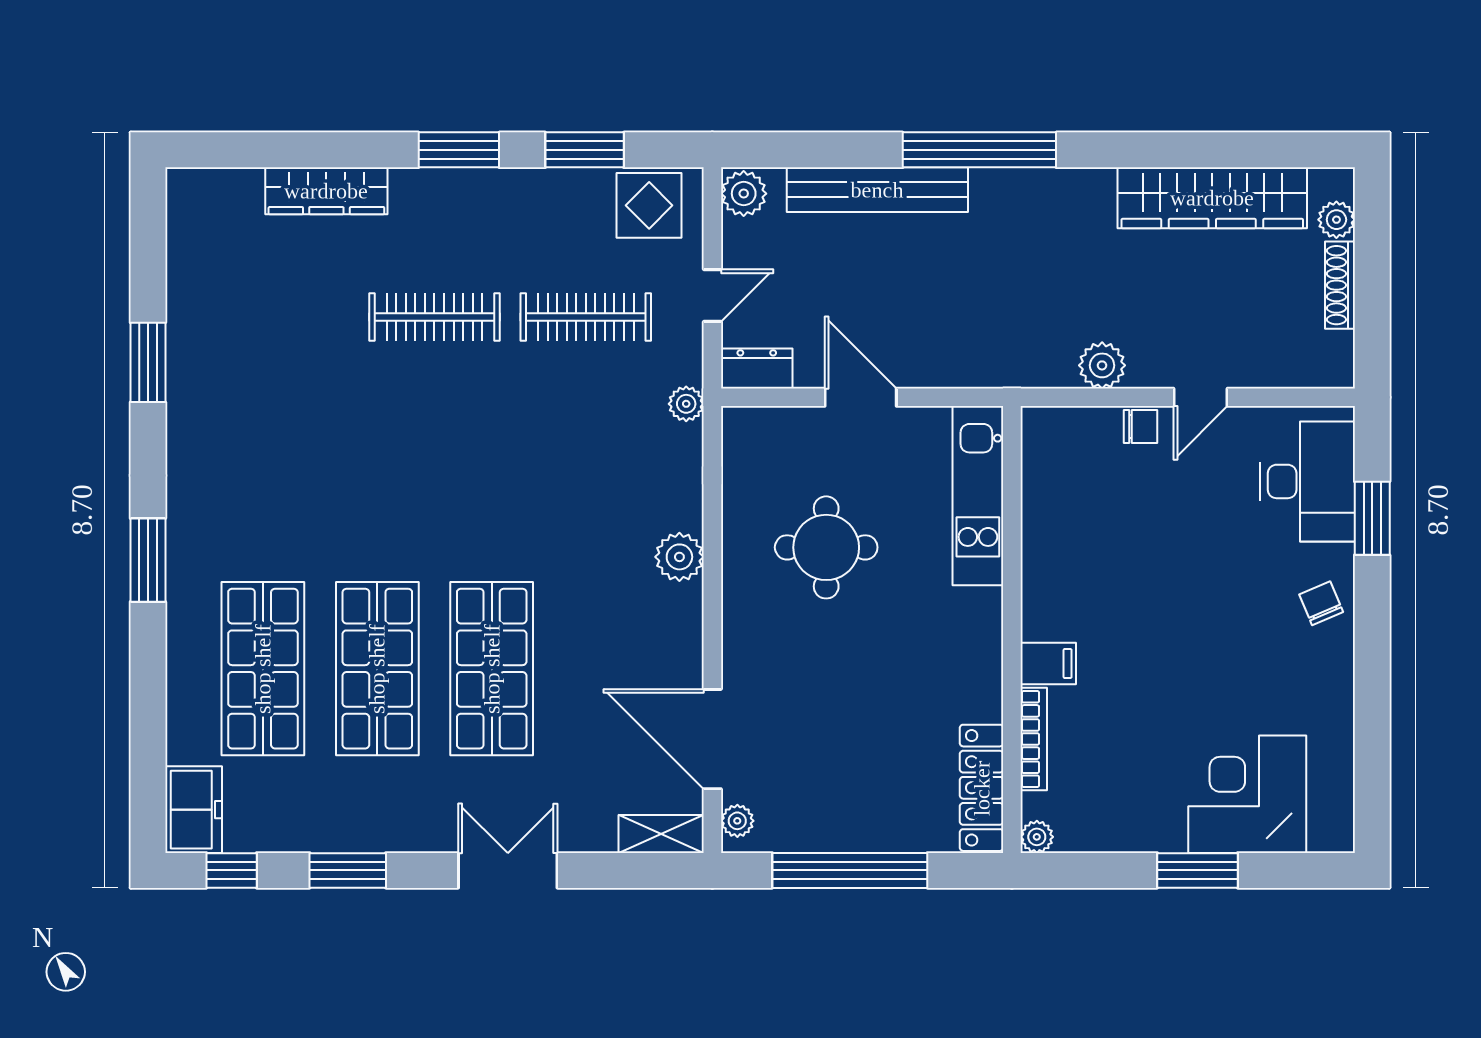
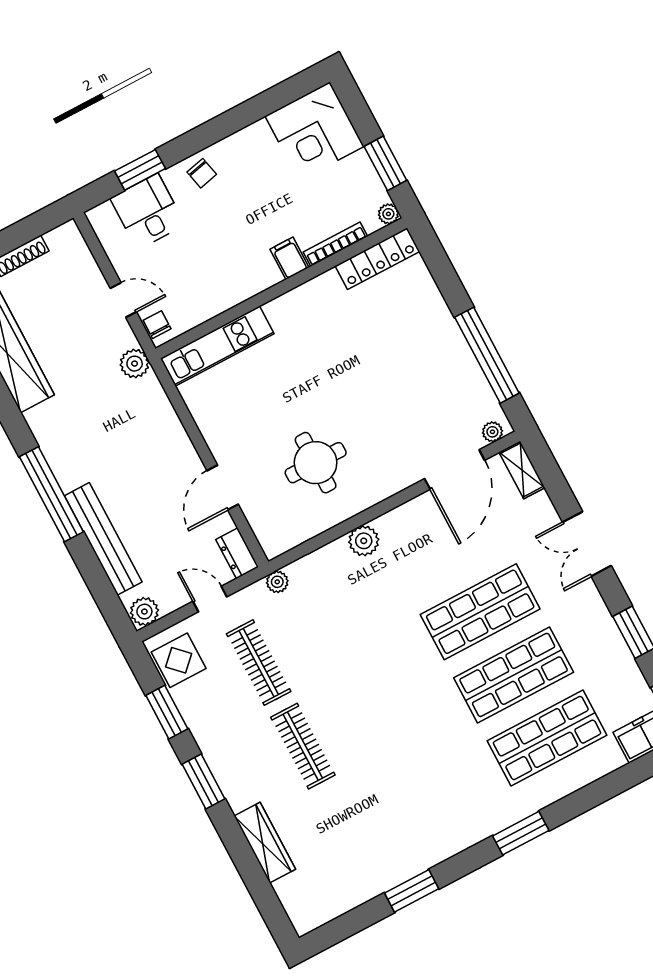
desk: (1308, 481) -> (148, 211), width x0.73
kitchen unit: (978, 496) -> (217, 346), moved
chair: (1321, 603) -> (202, 173), turned -80
wall: (1012, 630) -> (281, 288), moved
filing cabinet: (1048, 664) -> (289, 258), moved
bookcase: (1034, 739) -> (335, 244), moved
locker: (982, 788) -> (377, 259), moved
corner desk: (1247, 794) -> (315, 131), moved
plant: (1037, 837) -> (388, 214), moved

